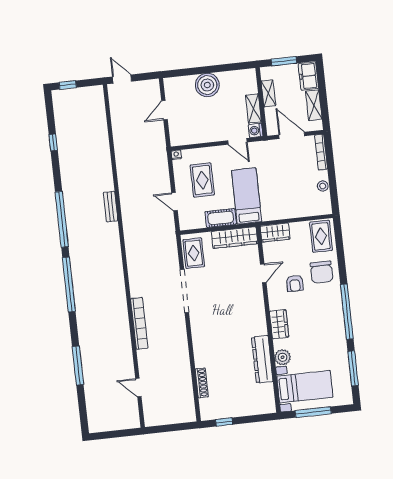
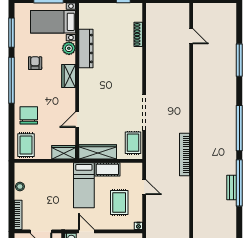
bench: (111, 207) -> (232, 188), moved
armchair: (295, 283) -> (35, 63), moved
bookcase: (139, 323) -> (184, 154), moved

